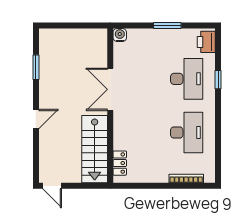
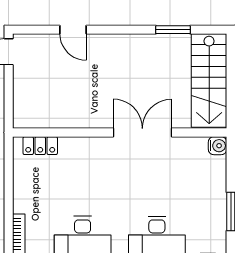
door: (36, 119) -> (73, 30), moved
stairs: (95, 149) -> (209, 80), moved, turned -90

